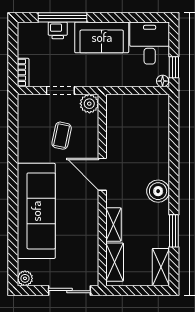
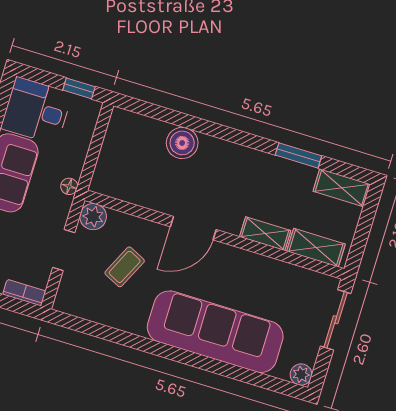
floor lamp: (163, 81) -> (69, 186), moved
coffee table: (62, 136) -> (125, 267), turned -76
boiler: (158, 191) -> (182, 143), moved

